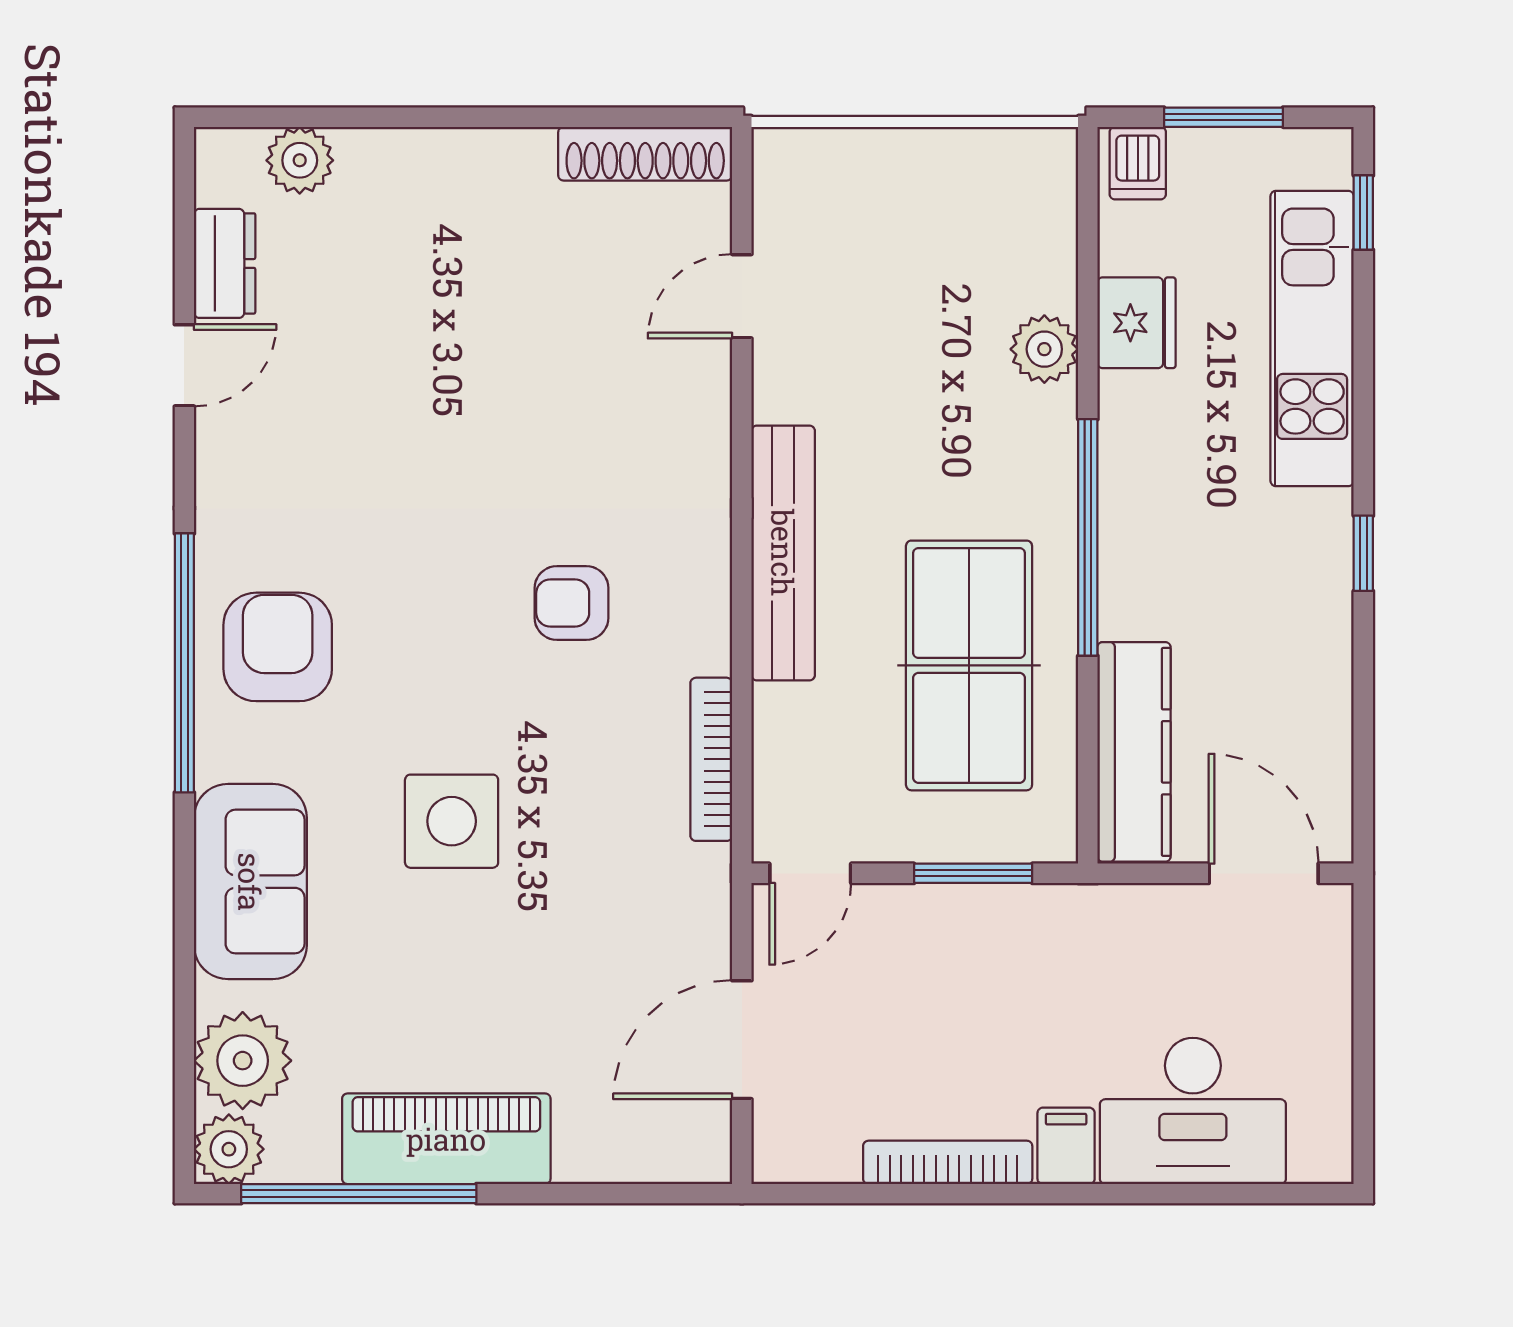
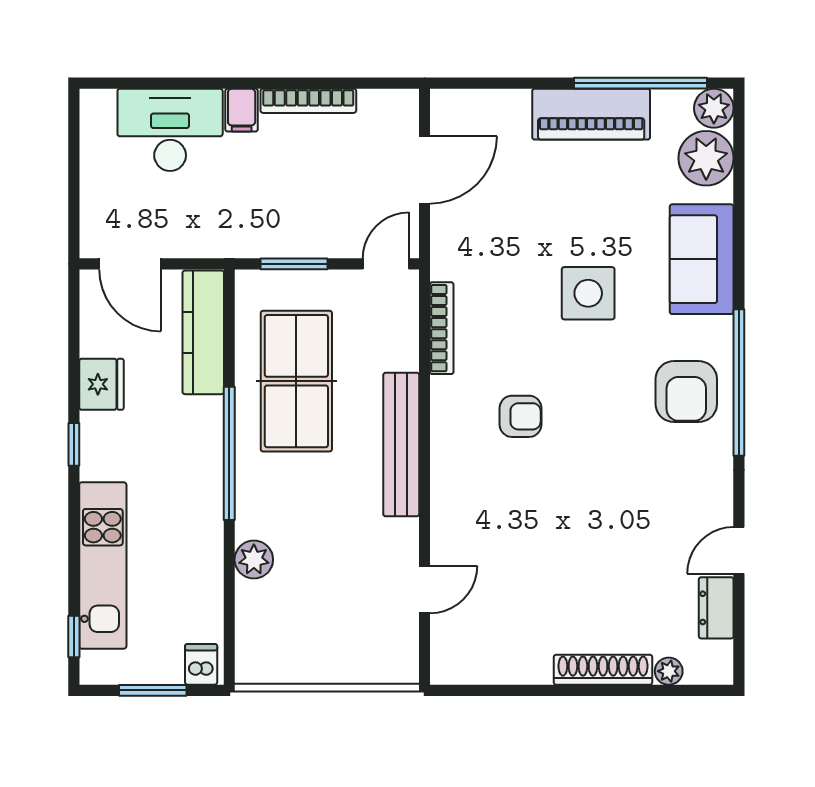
shoe rack: (645, 154) -> (603, 670), moved
plant: (300, 160) -> (669, 671), width x0.73, depth x0.73
fridge: (1137, 323) -> (101, 384), moved, turned 180

